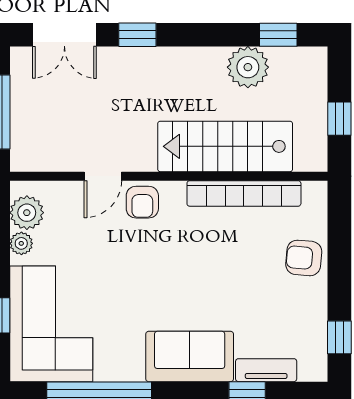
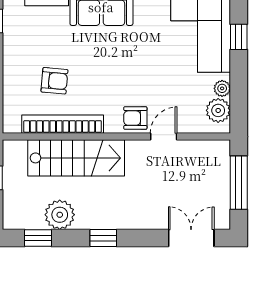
window: (137, 35) -> (103, 238), moved
armchair: (142, 202) -> (135, 118), turned -90
armchair: (304, 258) -> (54, 81), moved

